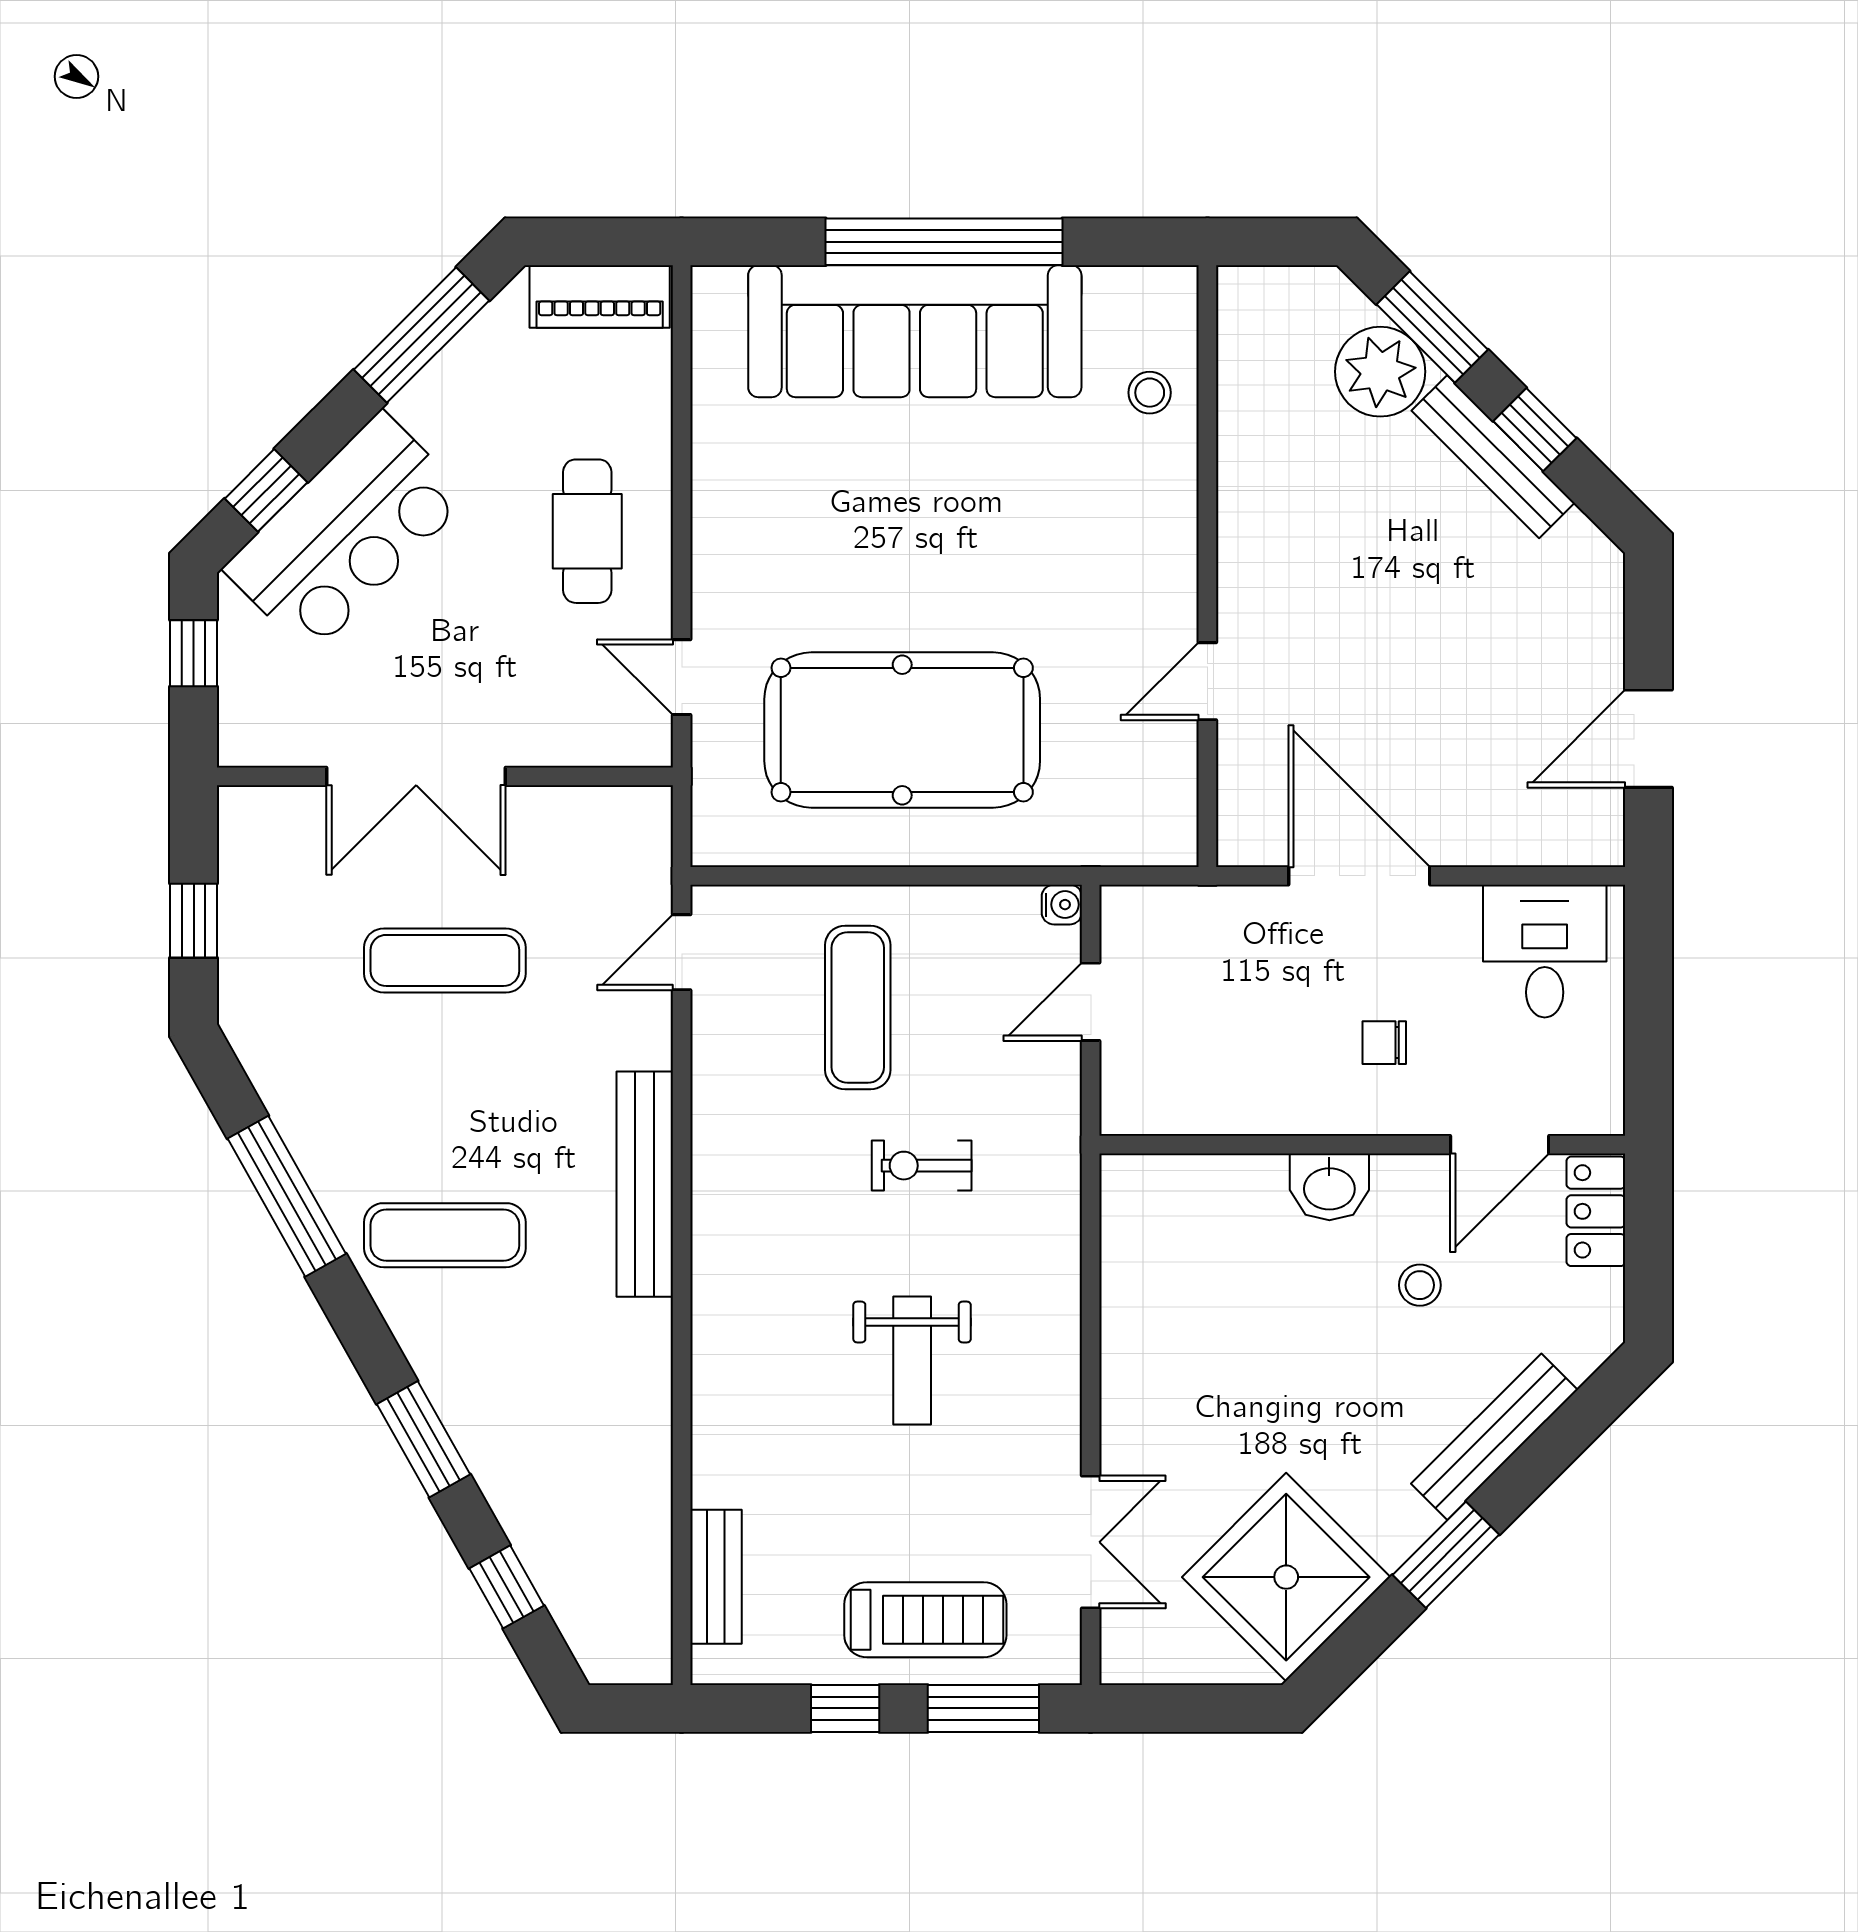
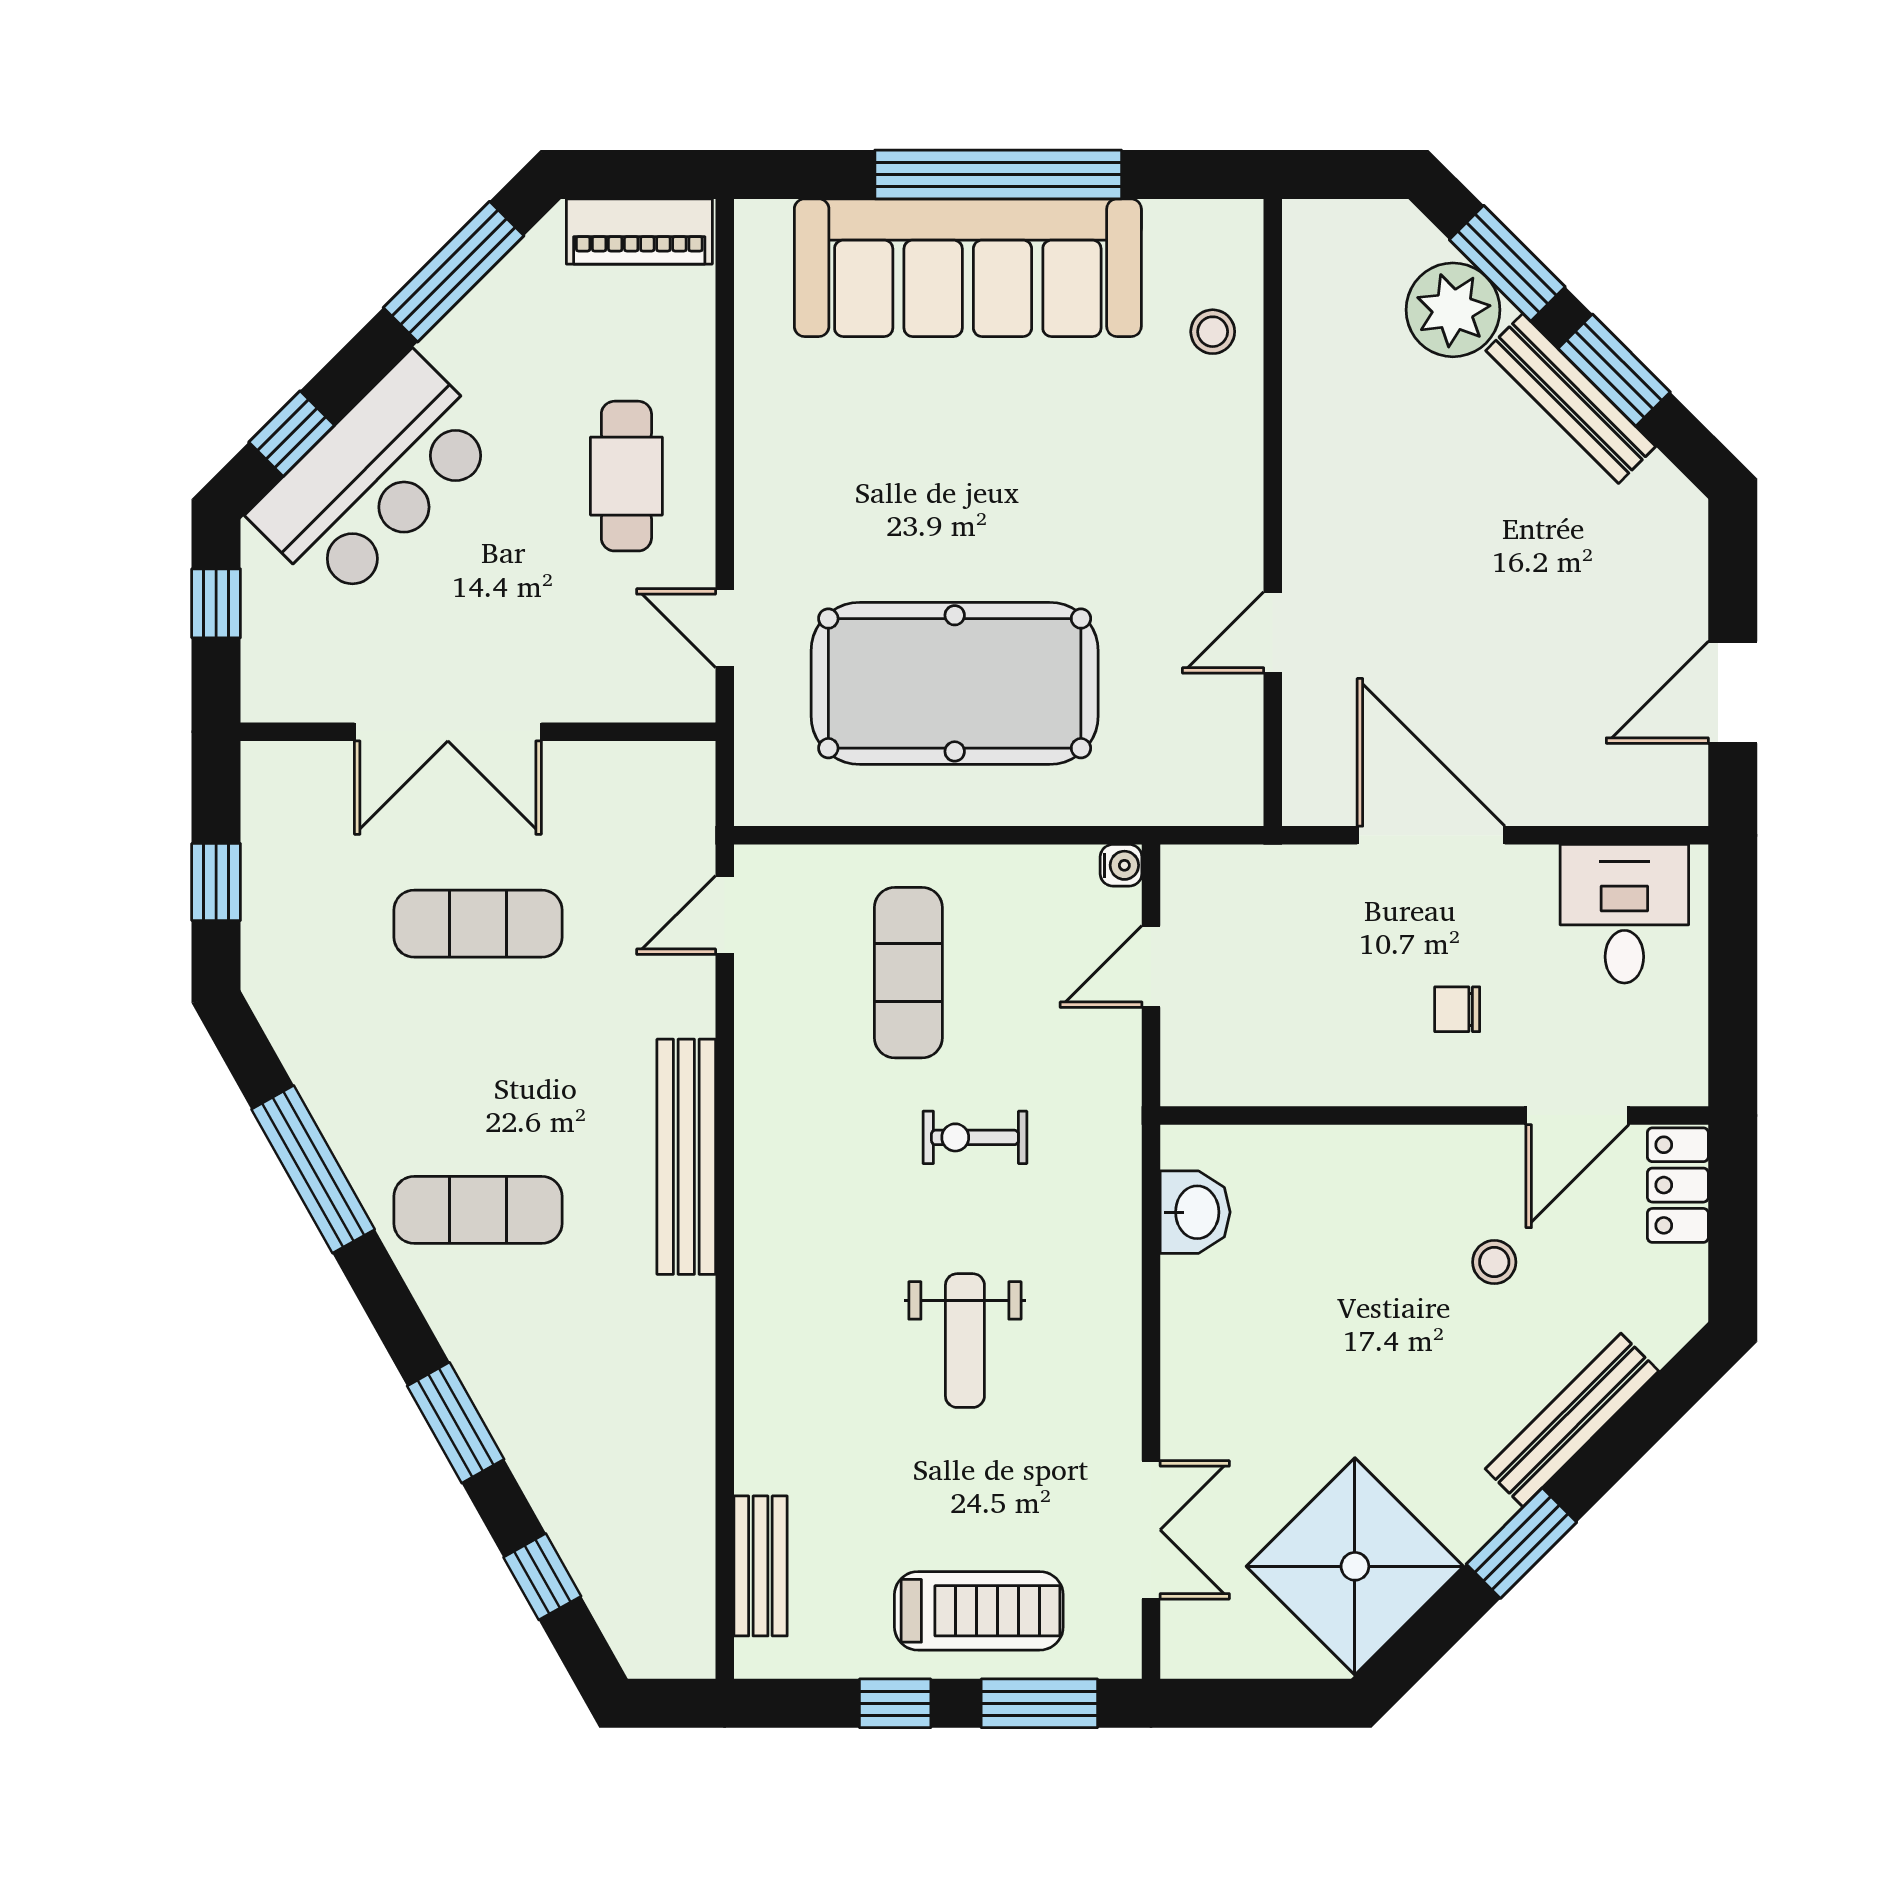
window: (1535, 430) -> (1614, 370), width x1.50
washbasin: (1329, 1187) -> (1195, 1212), moved, turned -90

